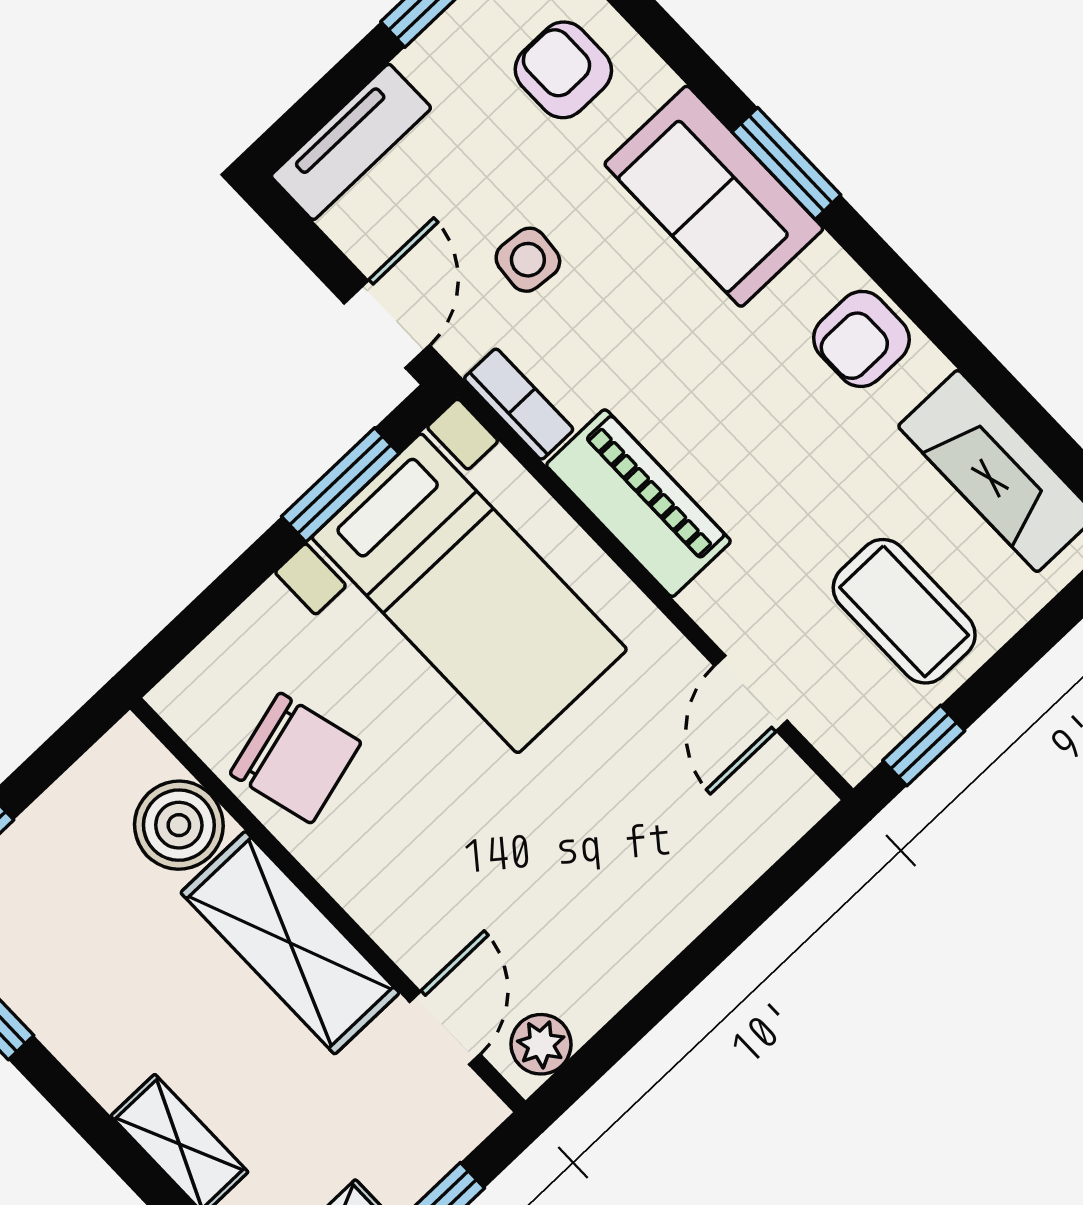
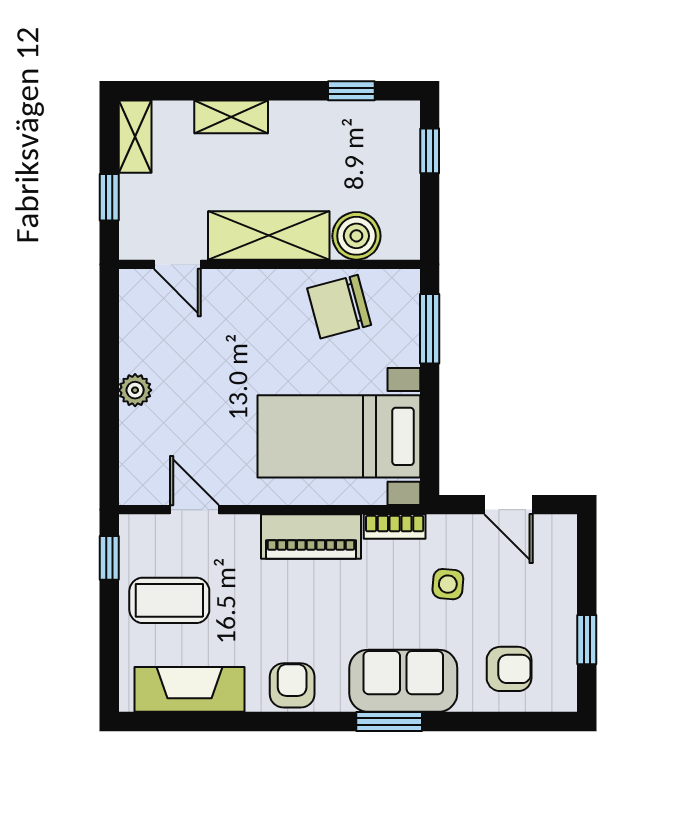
tv unit: (351, 142) -> (560, 559), removed
door: (387, 324) -> (509, 505), moved
window: (340, 485) -> (430, 329), moved
plant: (541, 1044) -> (135, 390), moved

